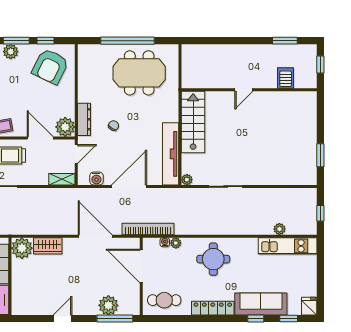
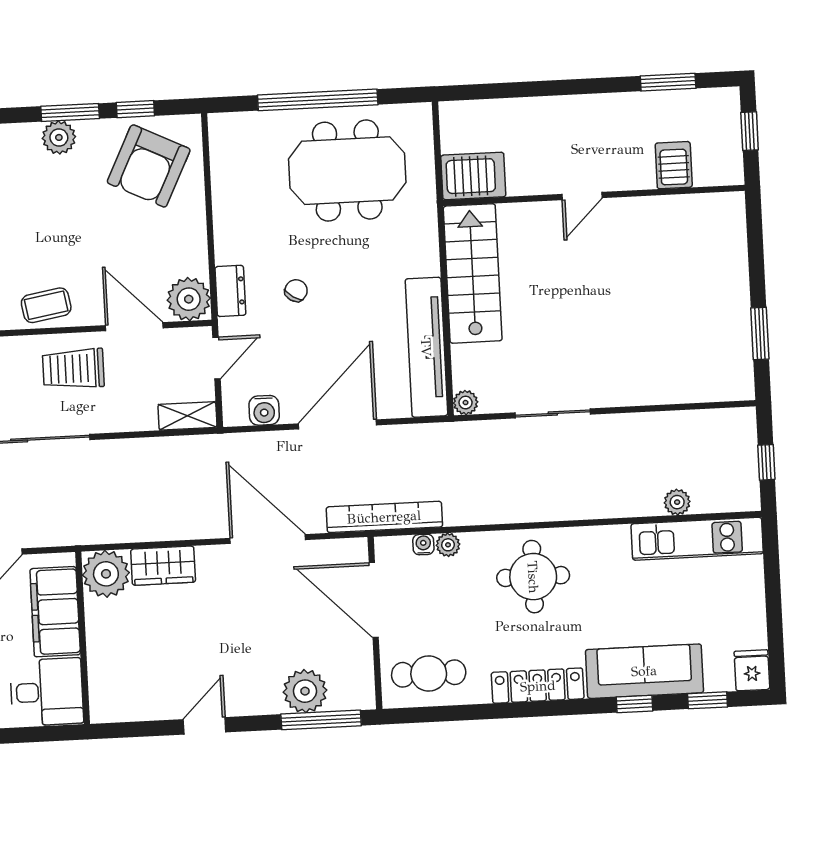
server rack: (195, 78) -> (473, 176), added
dresser: (84, 119) -> (230, 291), width x0.70

